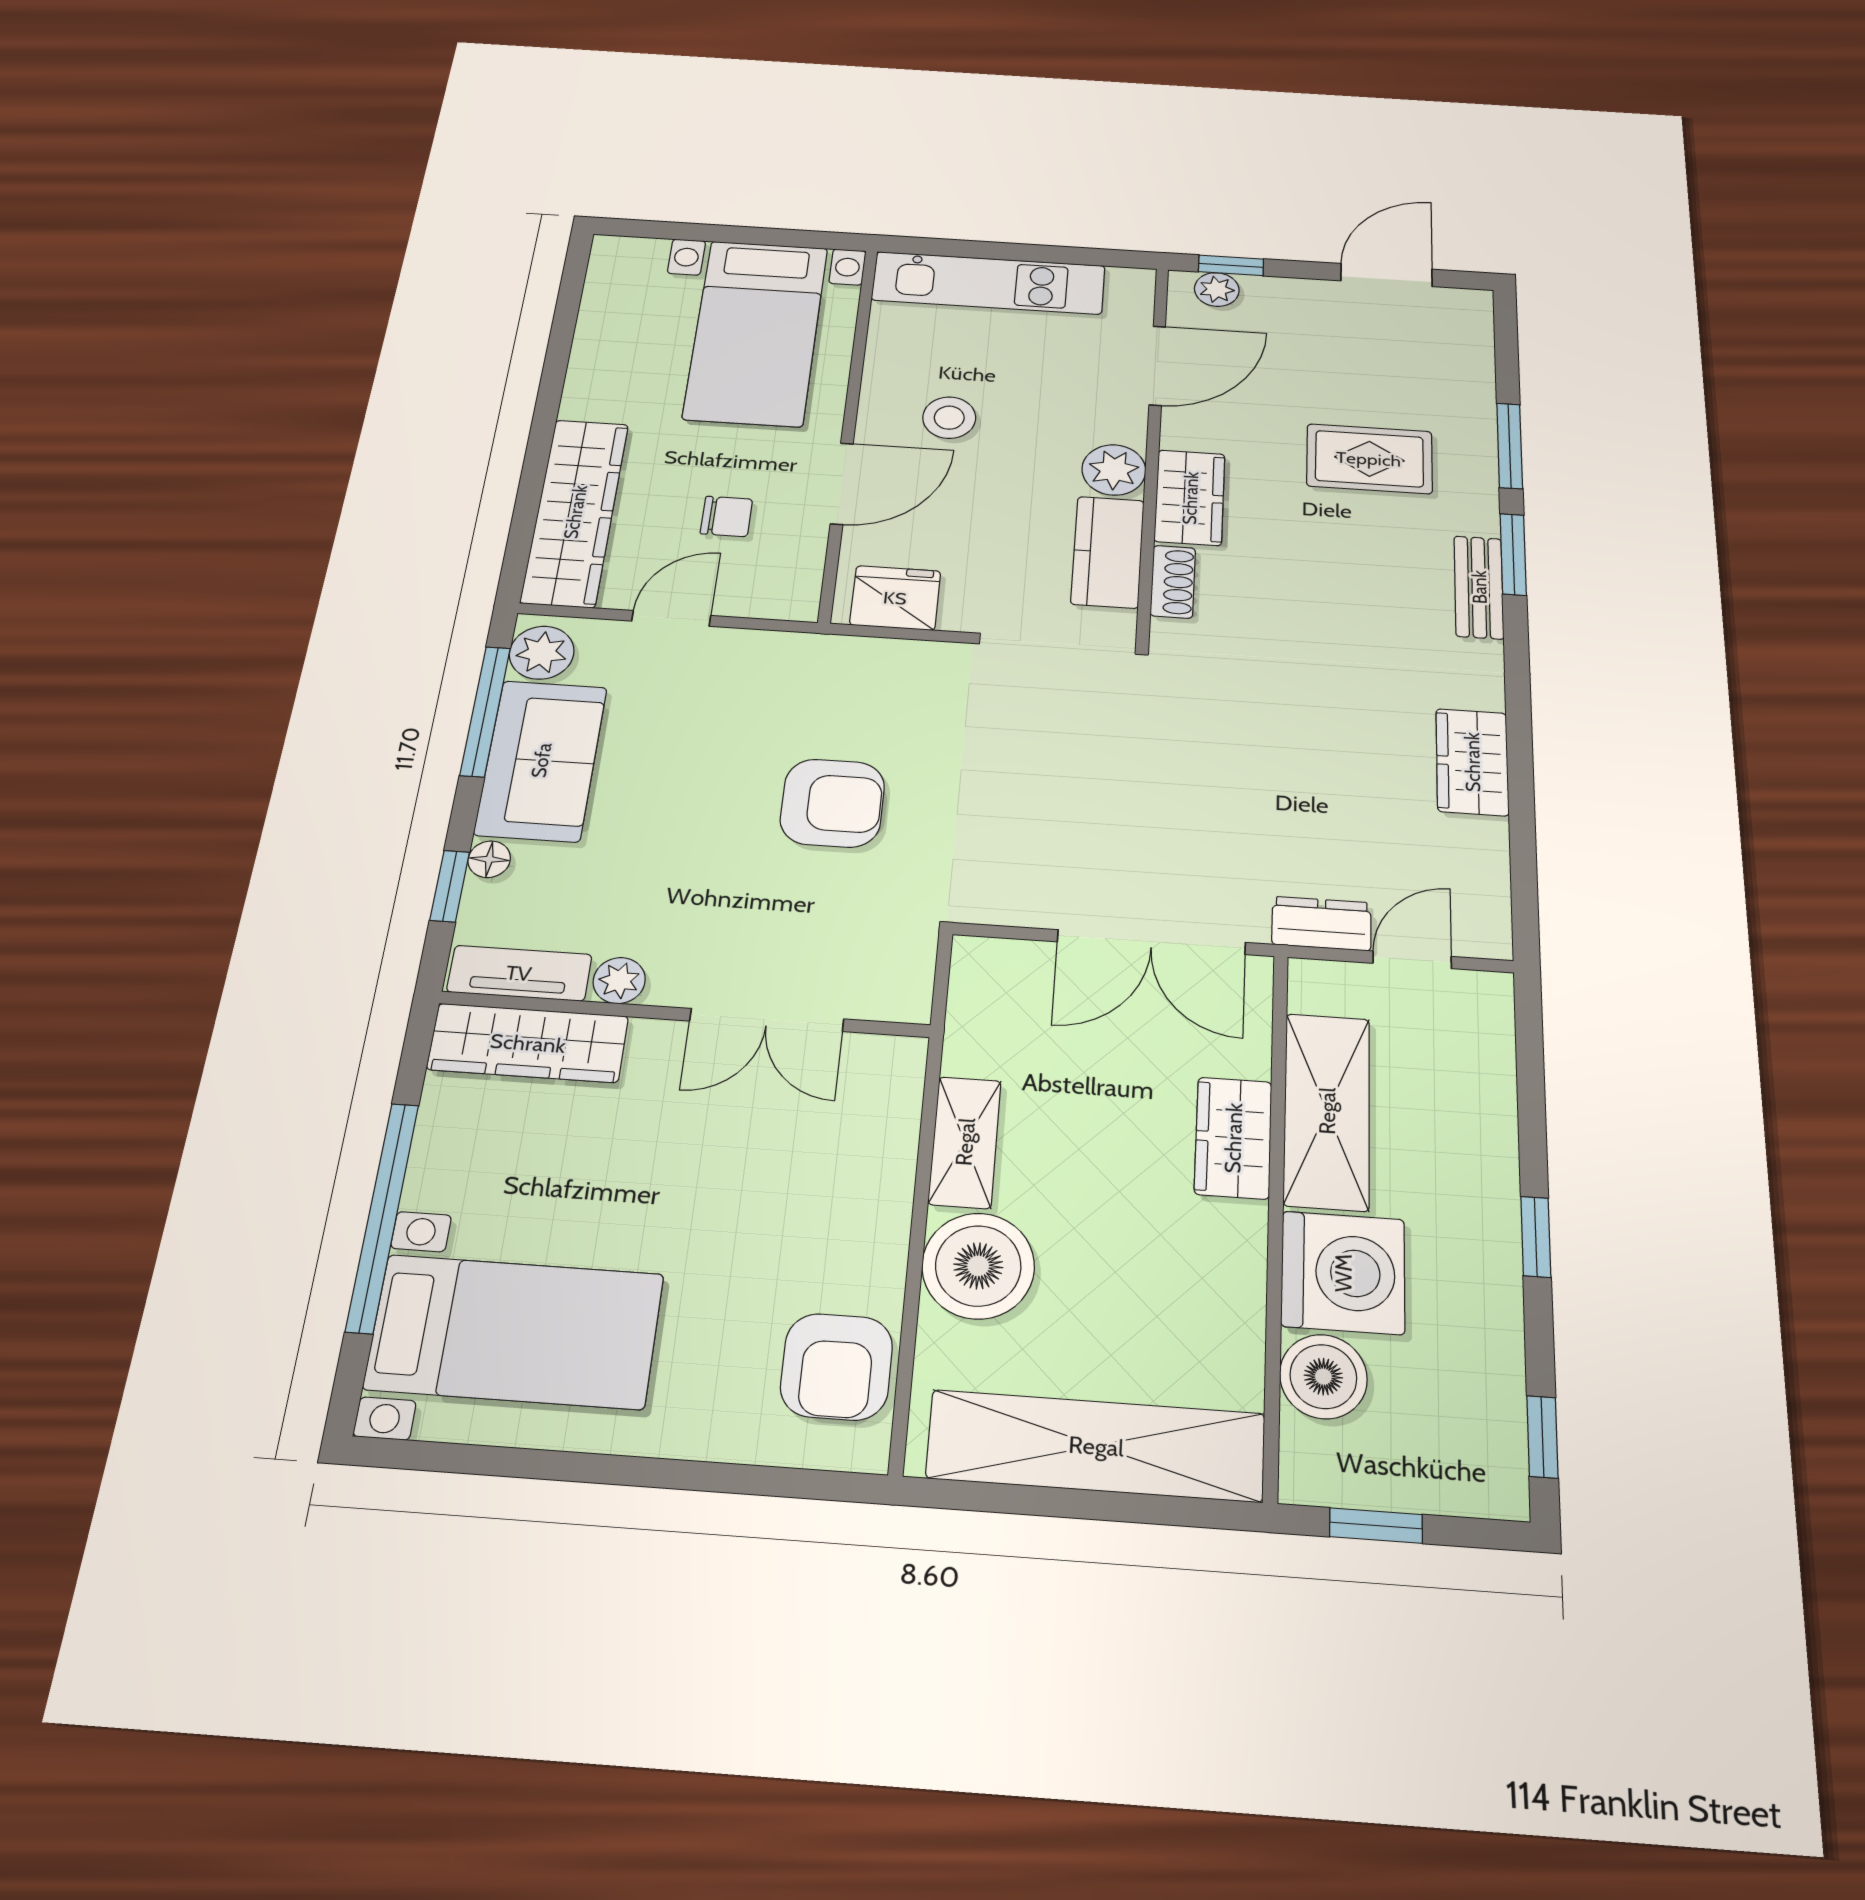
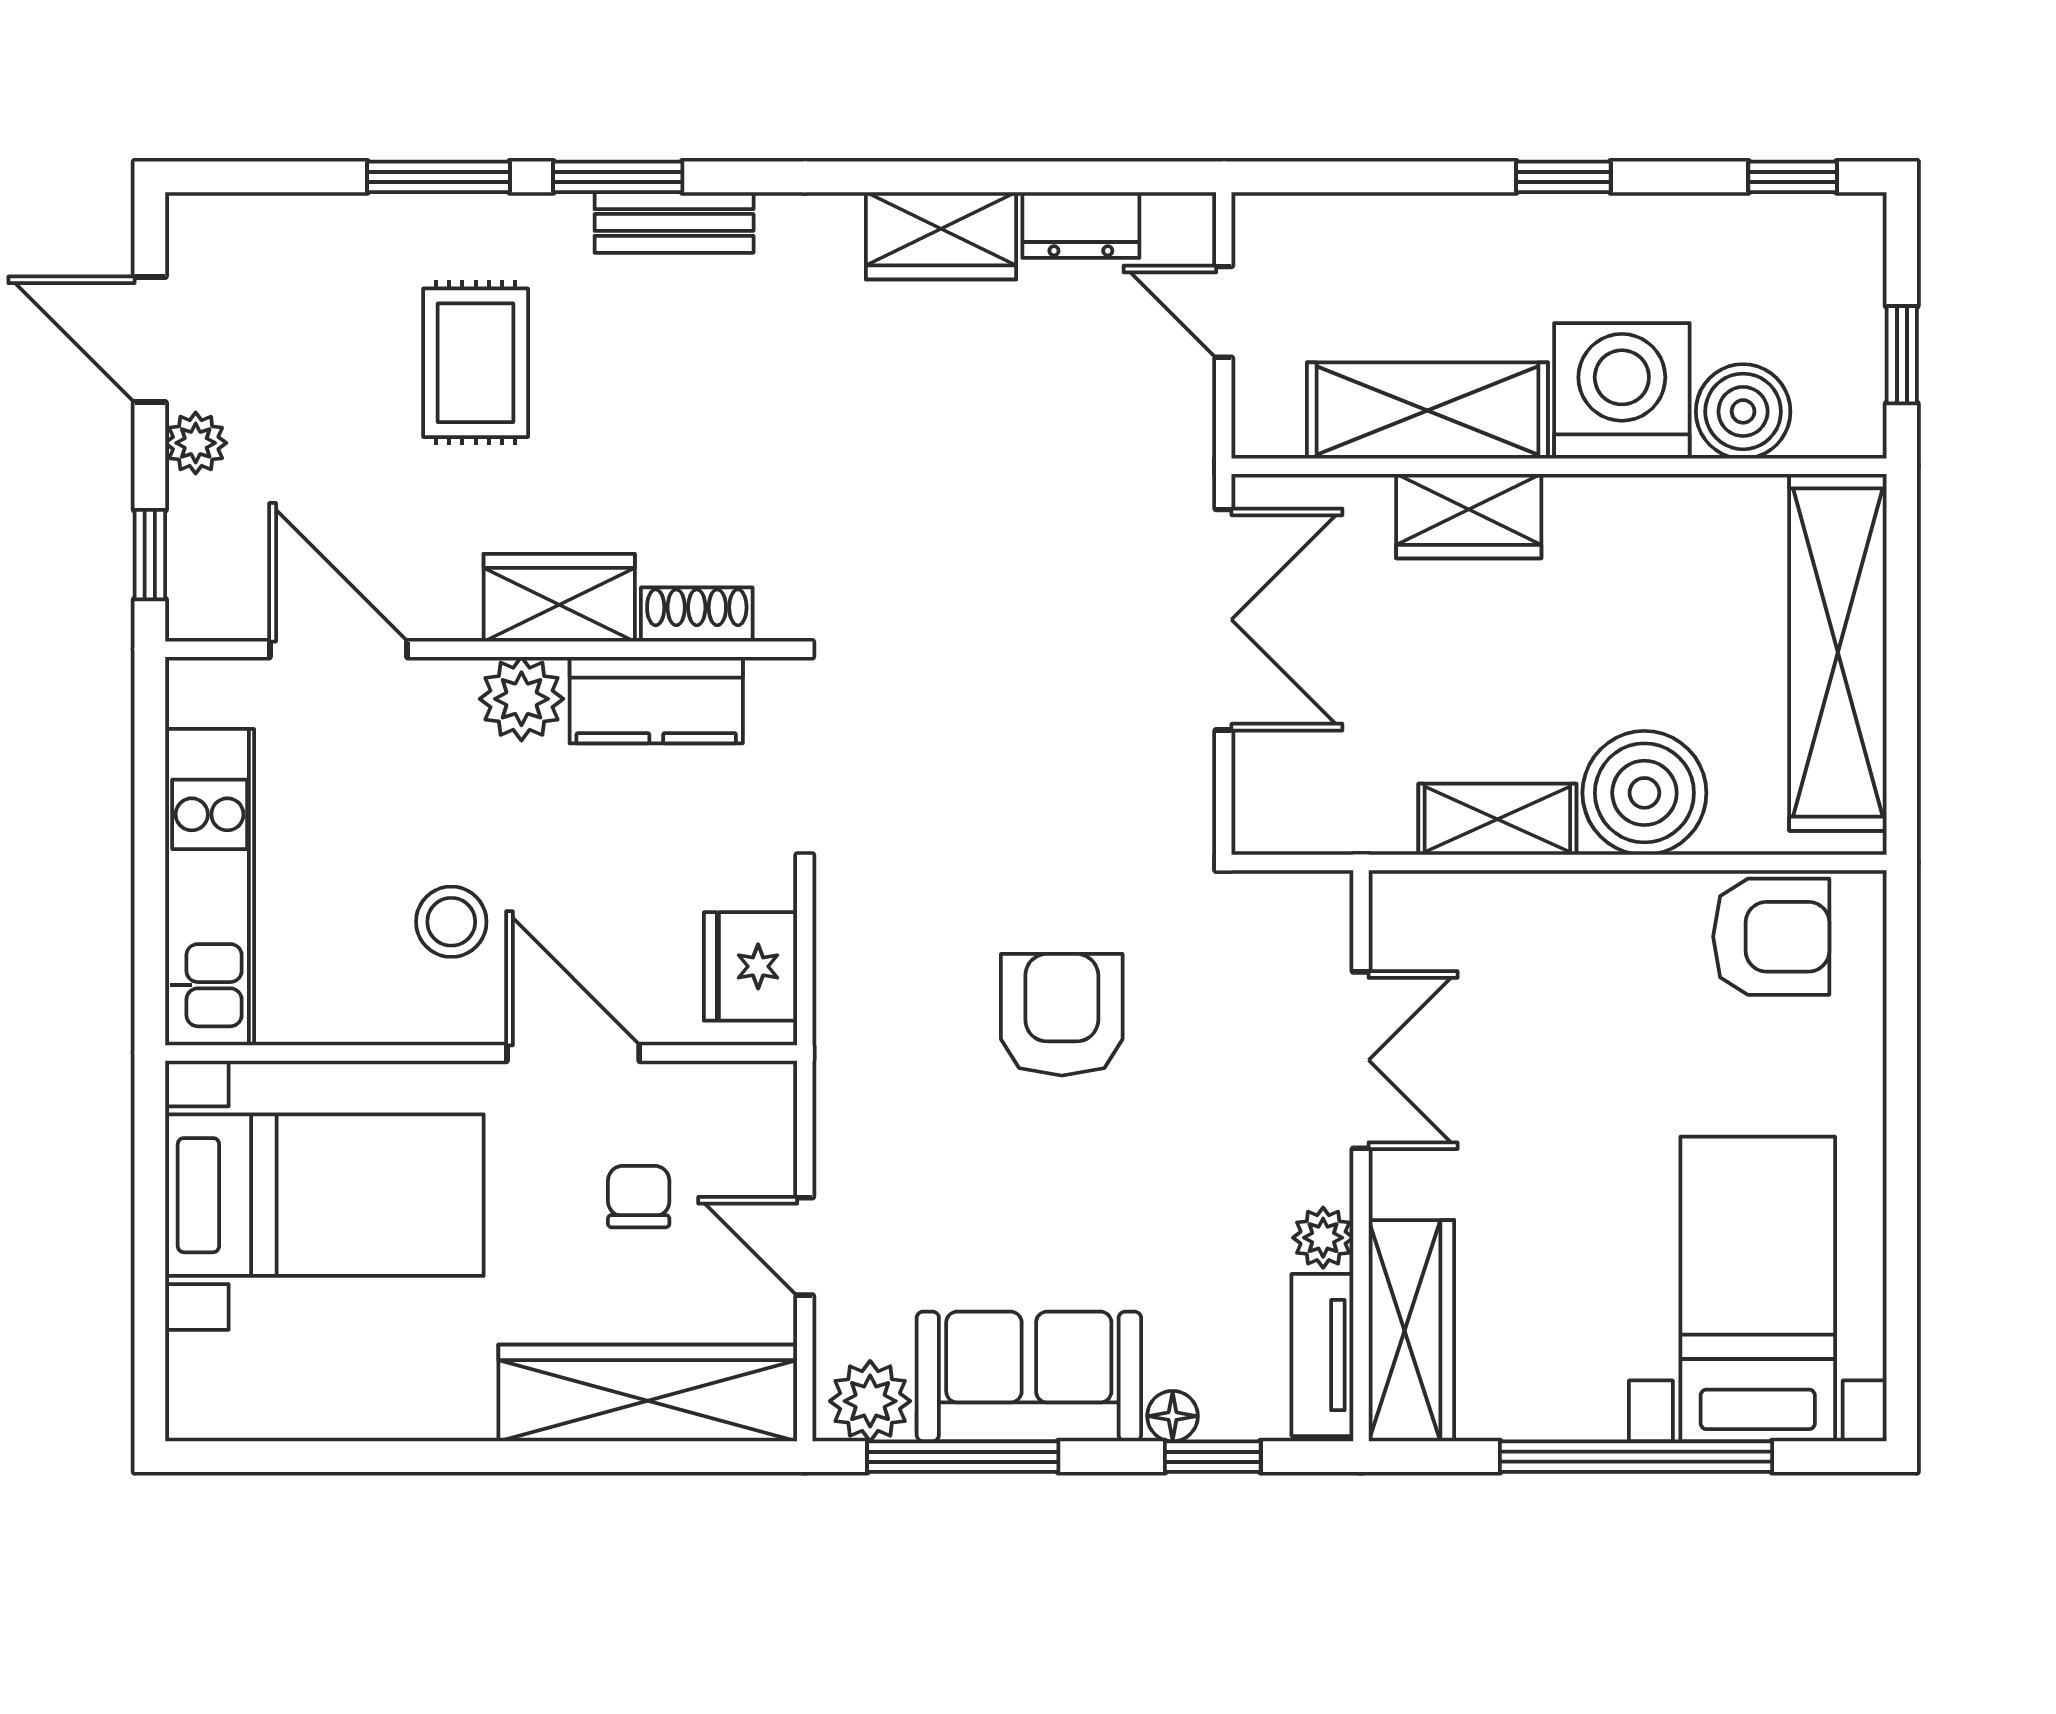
plant: (1217, 290) -> (196, 443), moved
dresser: (1321, 924) -> (1081, 225), moved, turned -90

